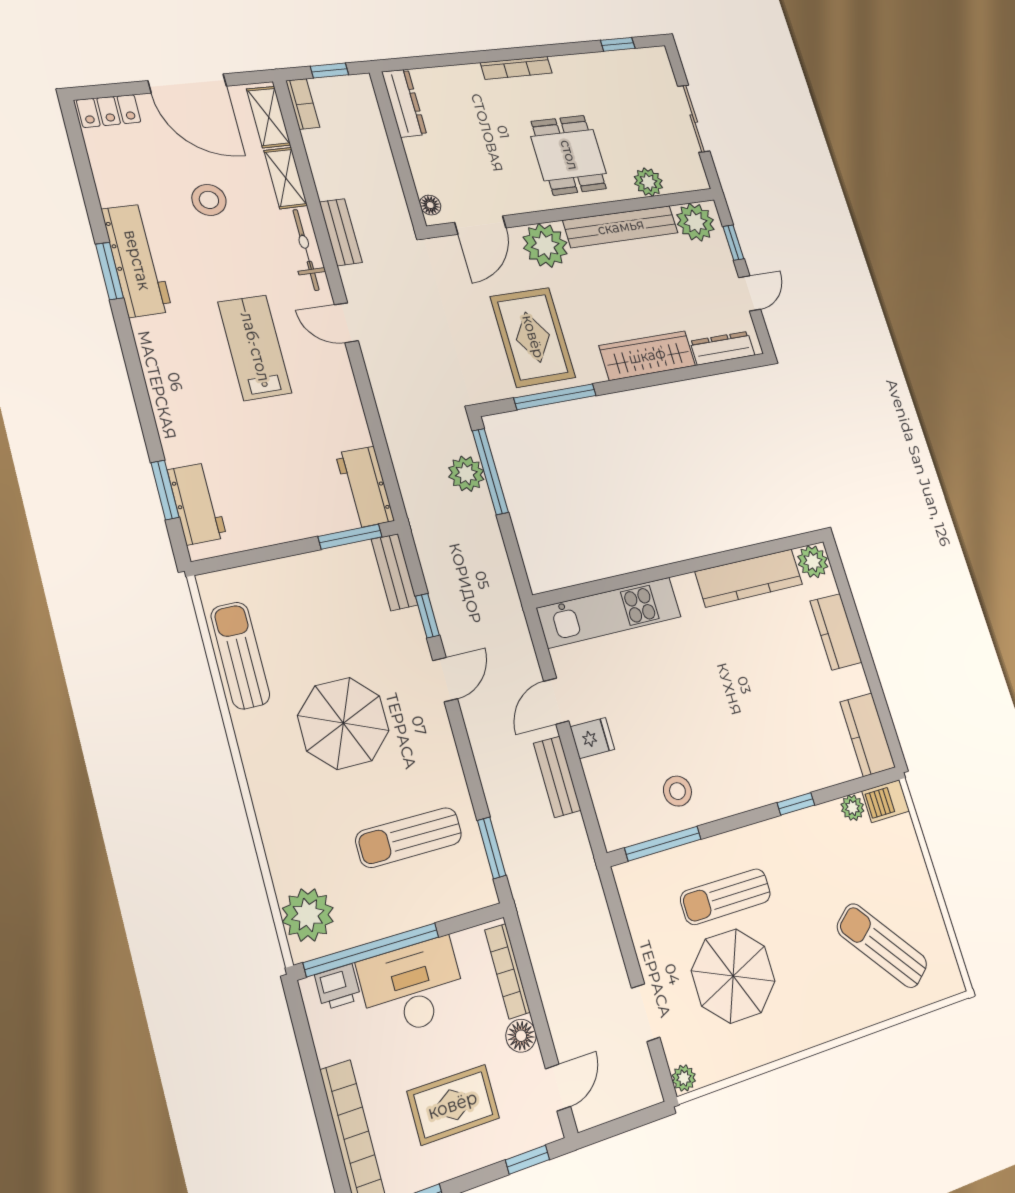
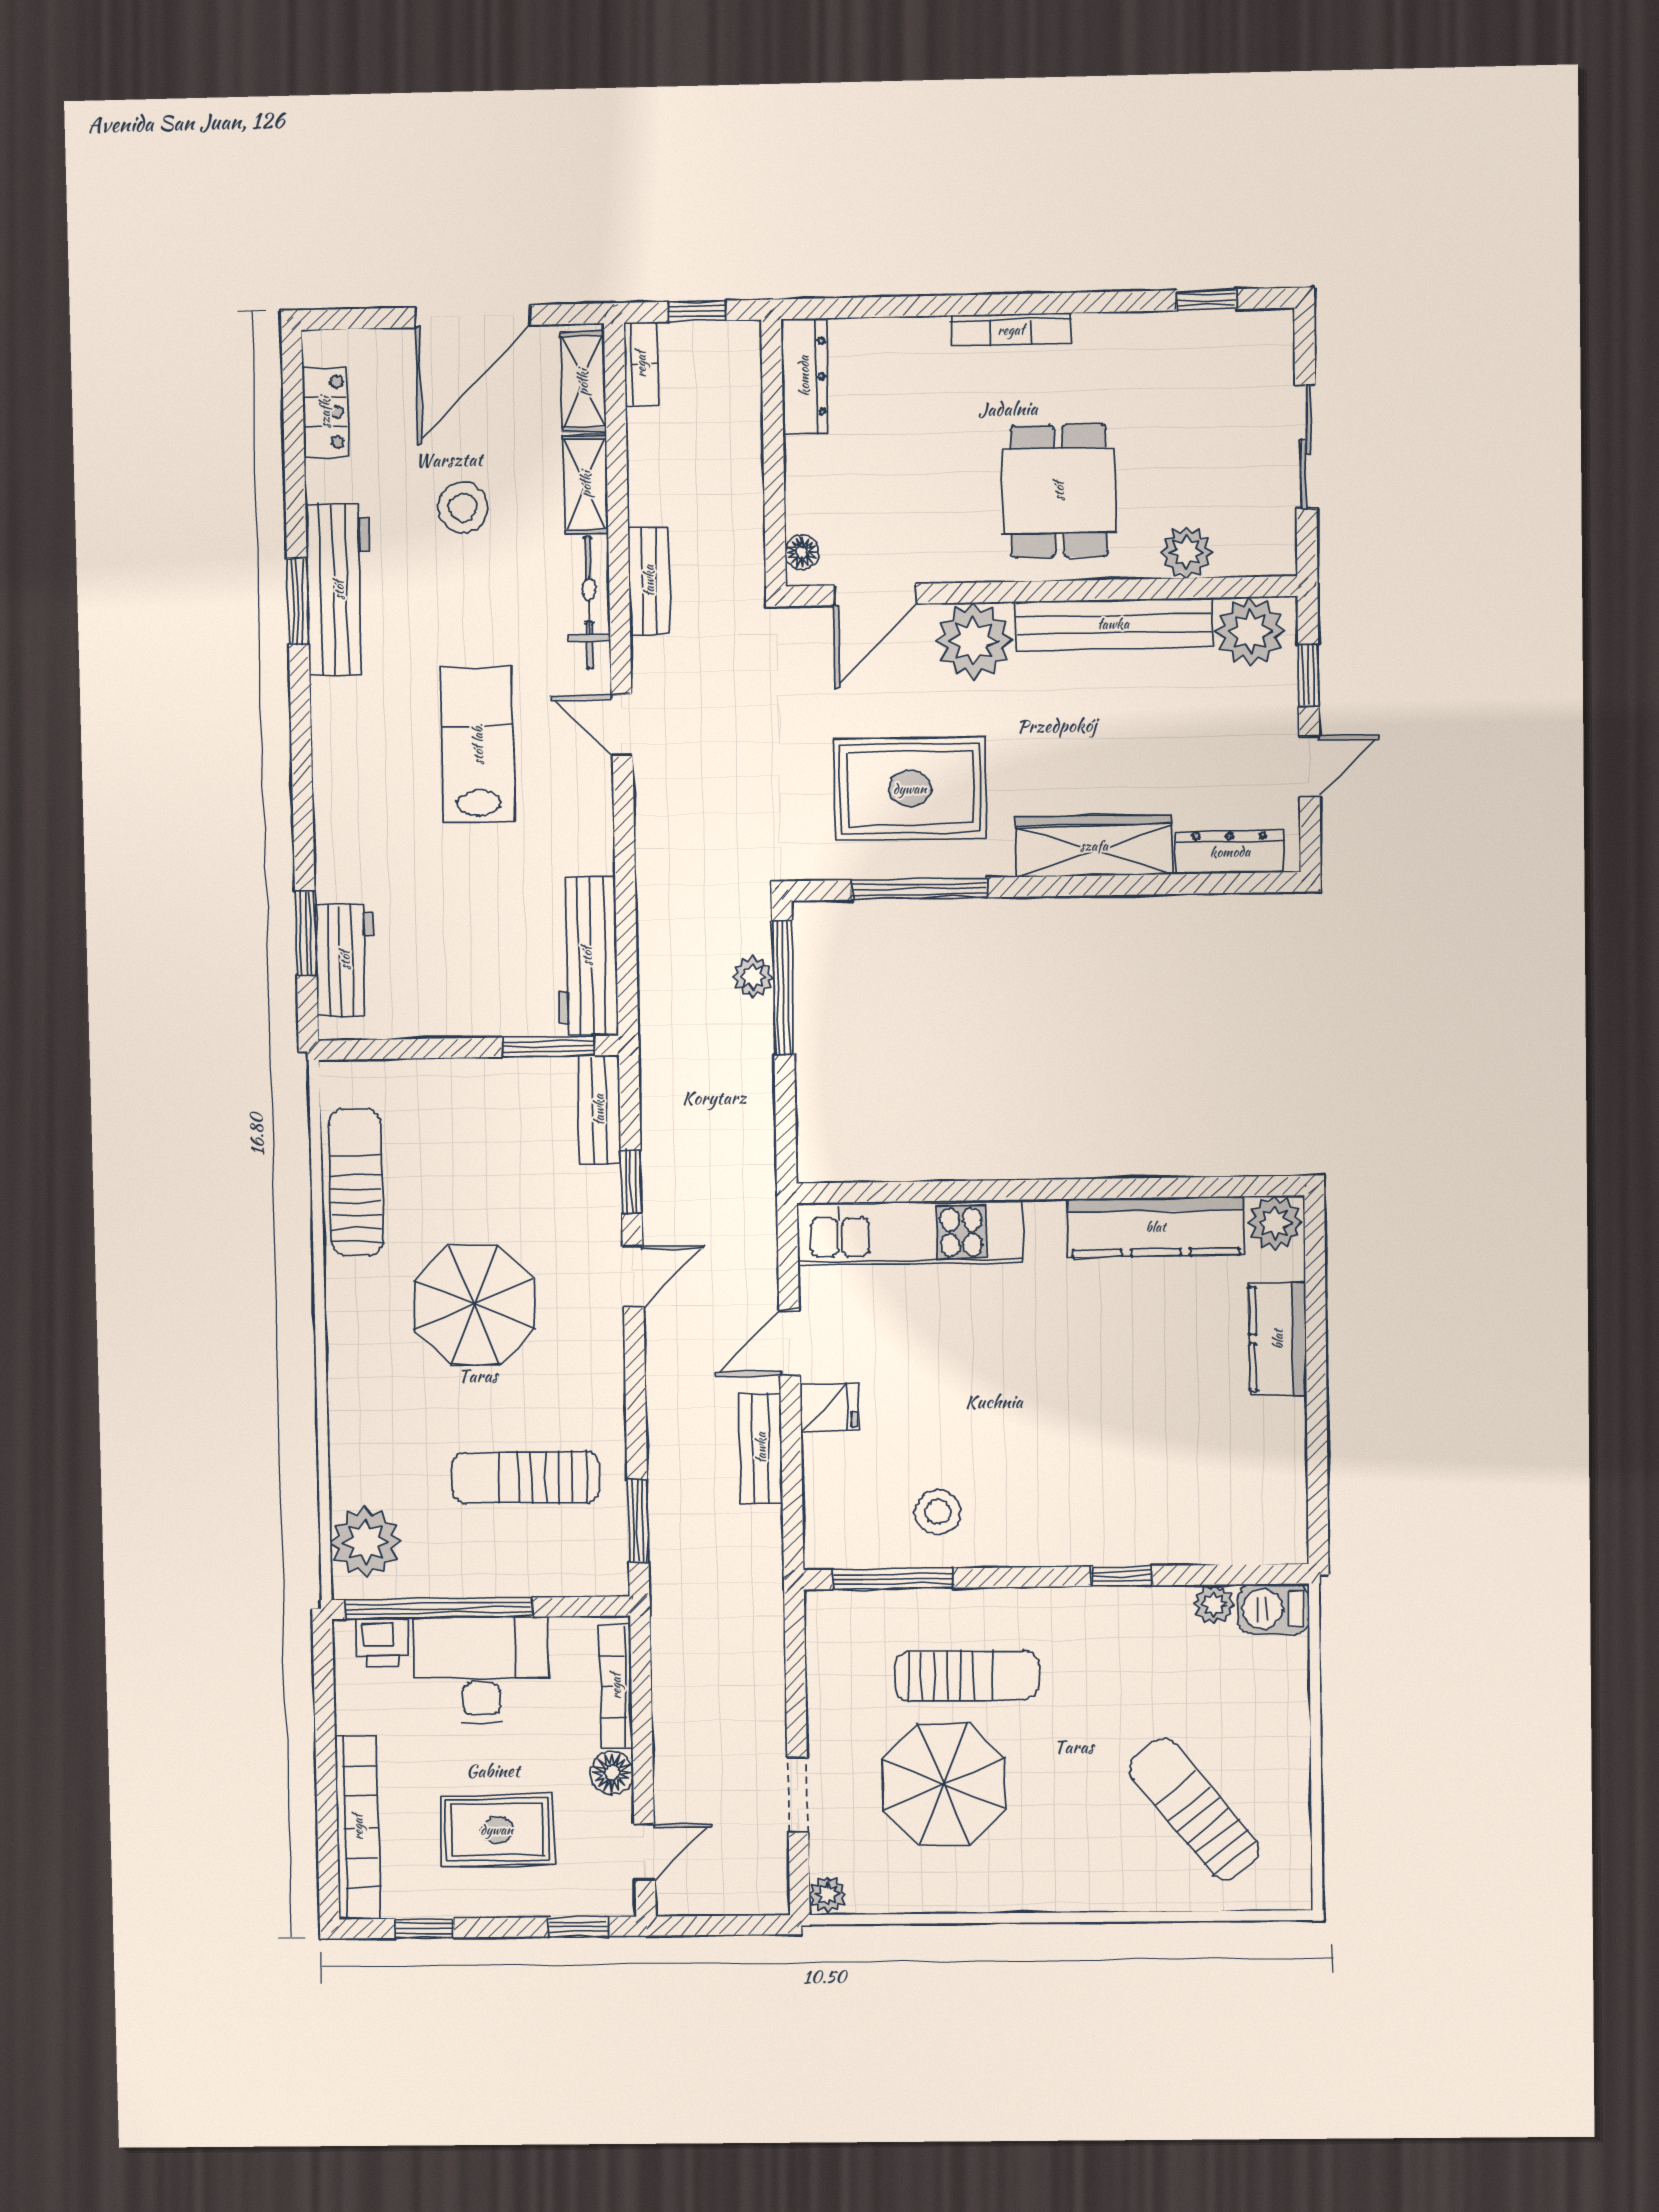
door: (187, 83) -> (473, 316), hinge flipped
locker: (109, 111) -> (325, 412), moved, turned -90
rug: (533, 337) -> (910, 789), turned 90
plant: (466, 474) -> (753, 977), width x0.73, depth x0.73
workbench: (365, 487) -> (587, 956), width x1.38
kitchen counter: (868, 735) -> (1278, 1505), removed
sun lounger: (726, 897) -> (967, 1676), turned 180

